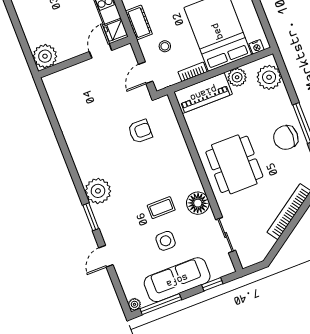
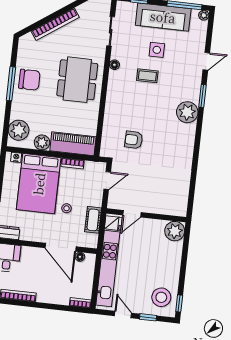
stool: (165, 46) -> (67, 208), moved
floor lamp: (198, 203) -> (114, 65), width x0.53, depth x0.53

